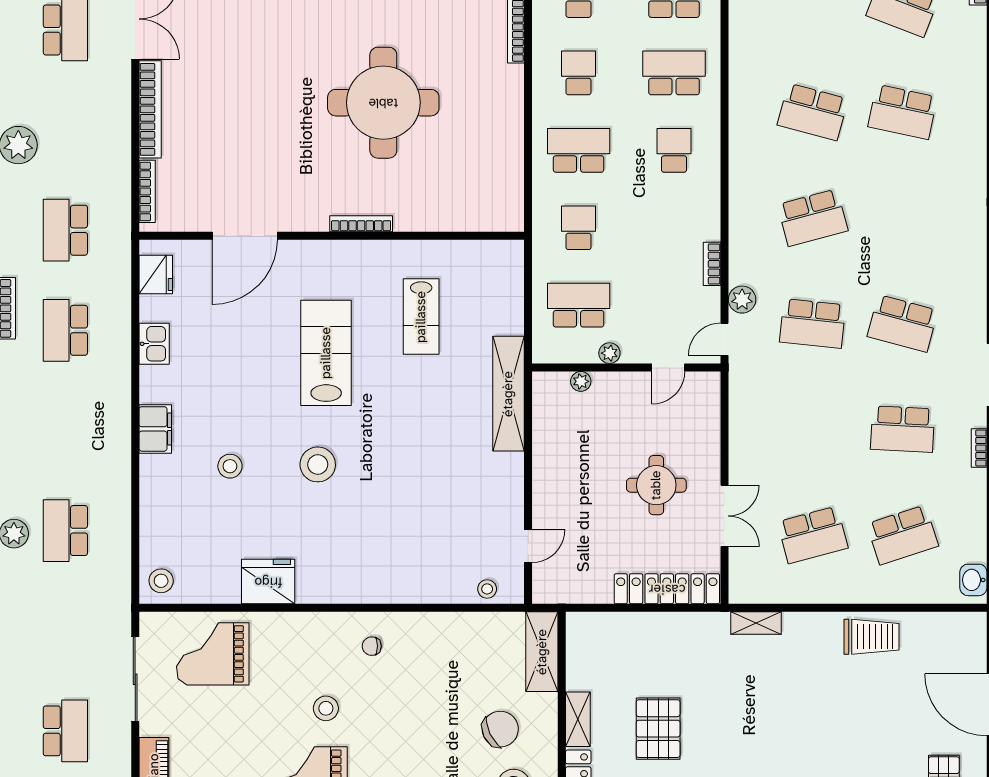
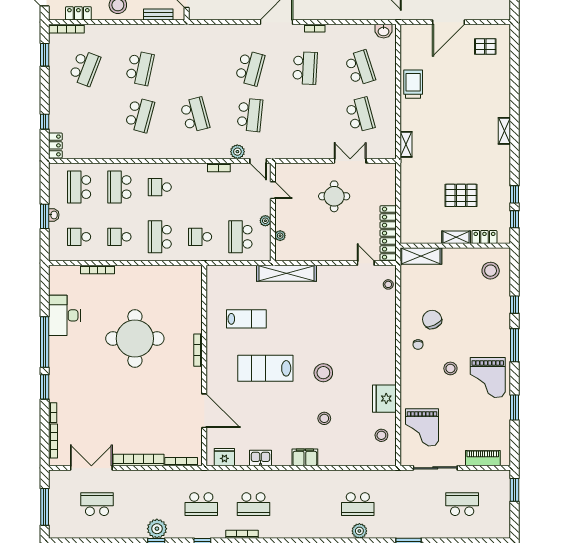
stool: (161, 581) -> (381, 435), moved
locker: (667, 589) -> (388, 233), moved
chair: (500, 729) -> (432, 320), moved

